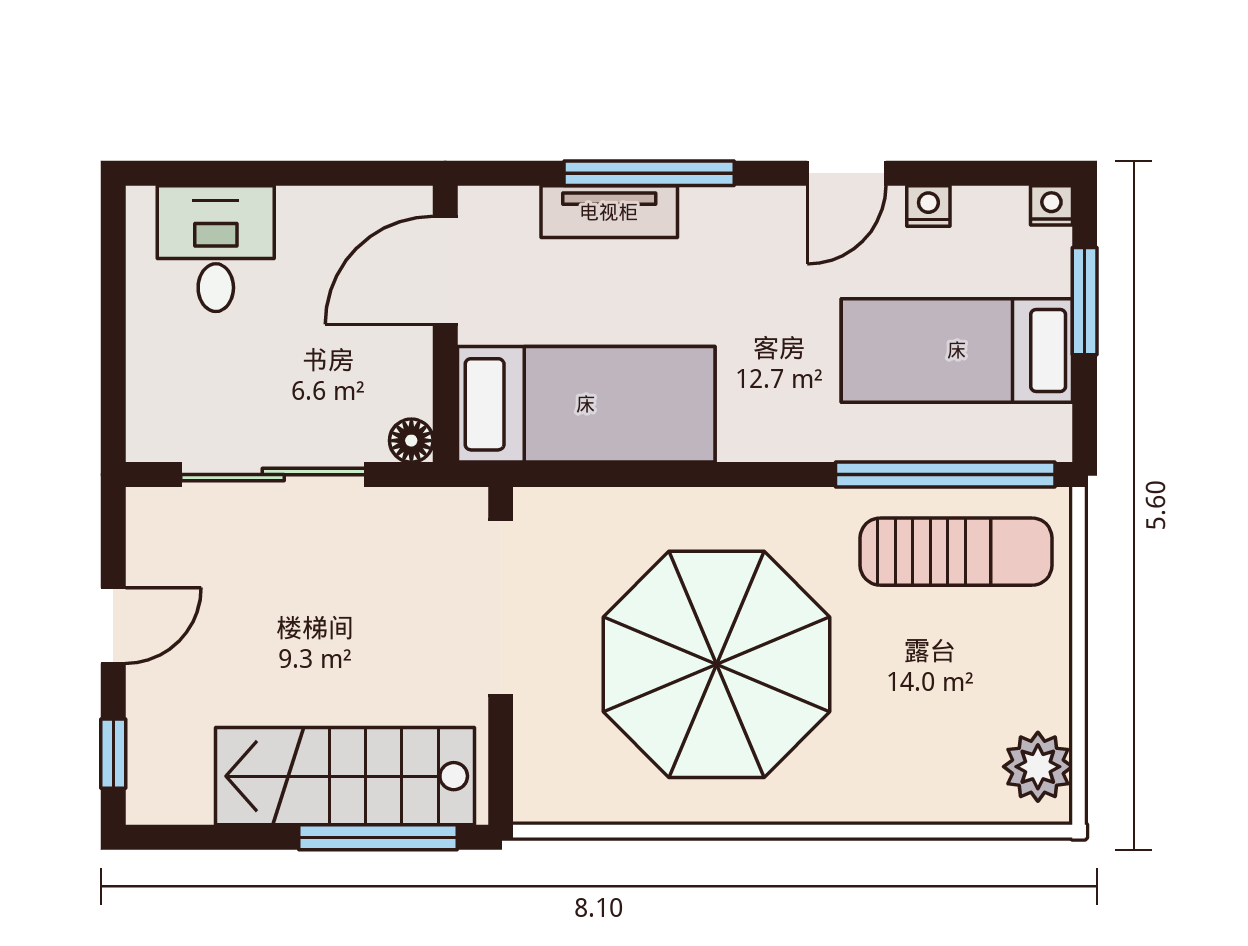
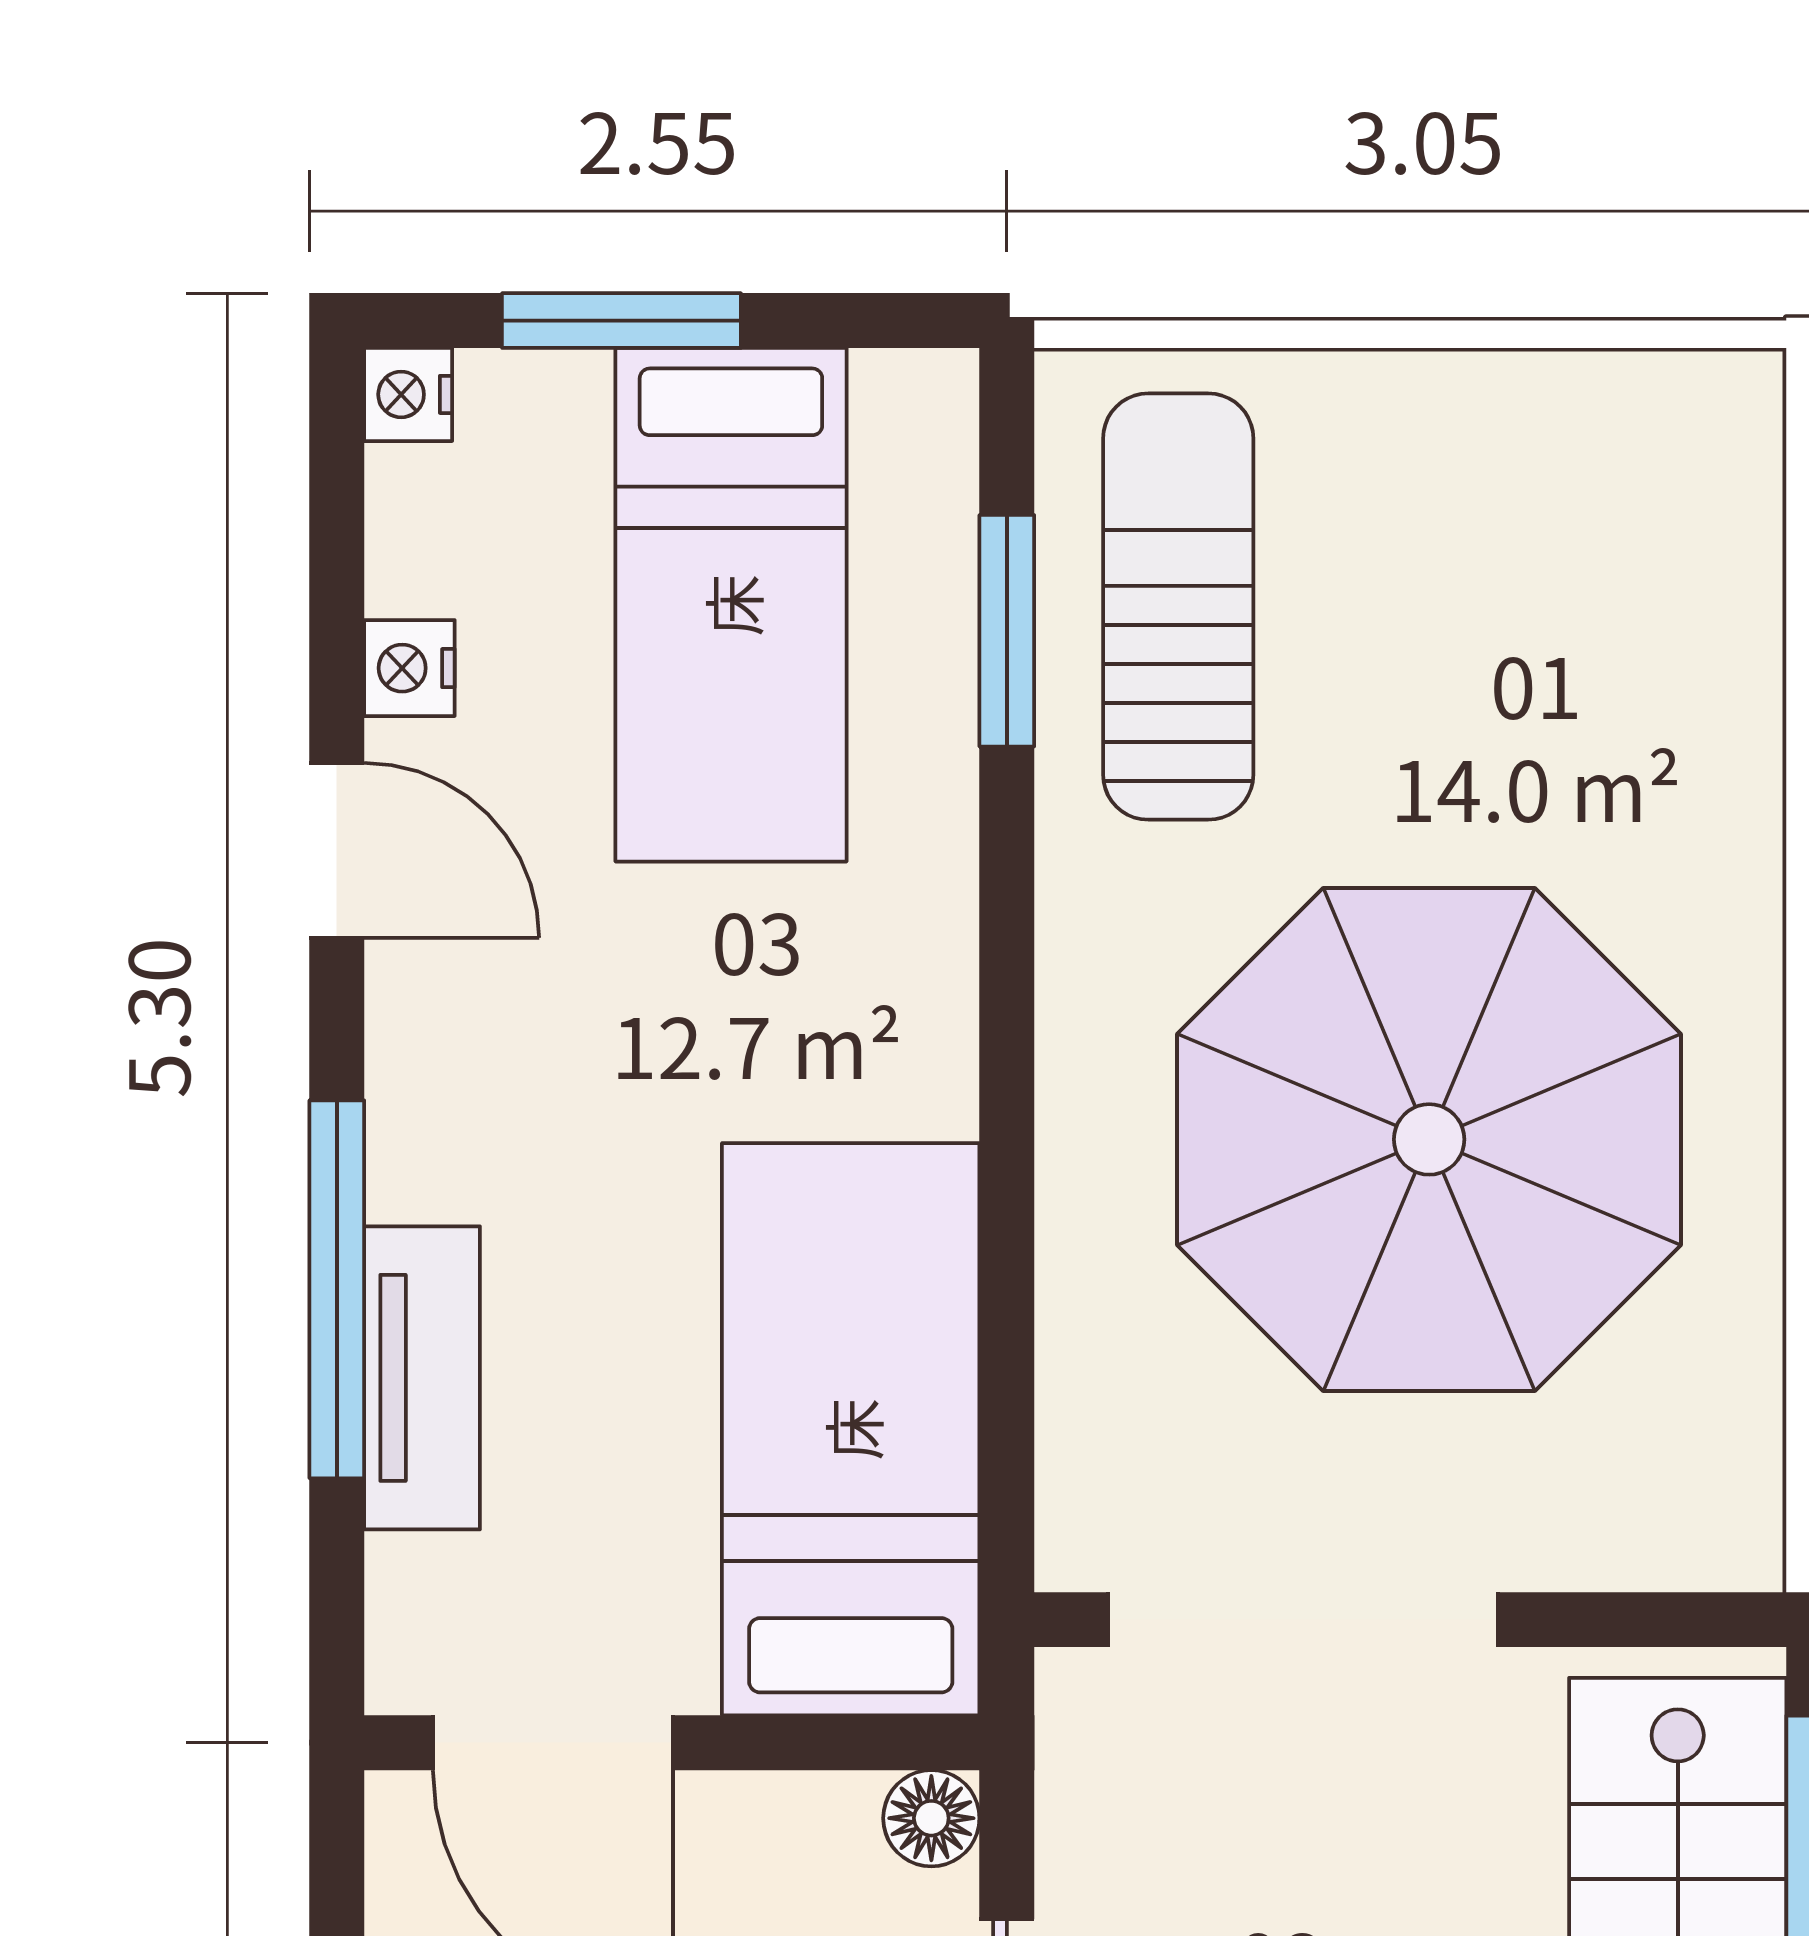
window: (945, 475) -> (1007, 631), width x0.47
plant: (1038, 767) -> (1657, 425), removed

